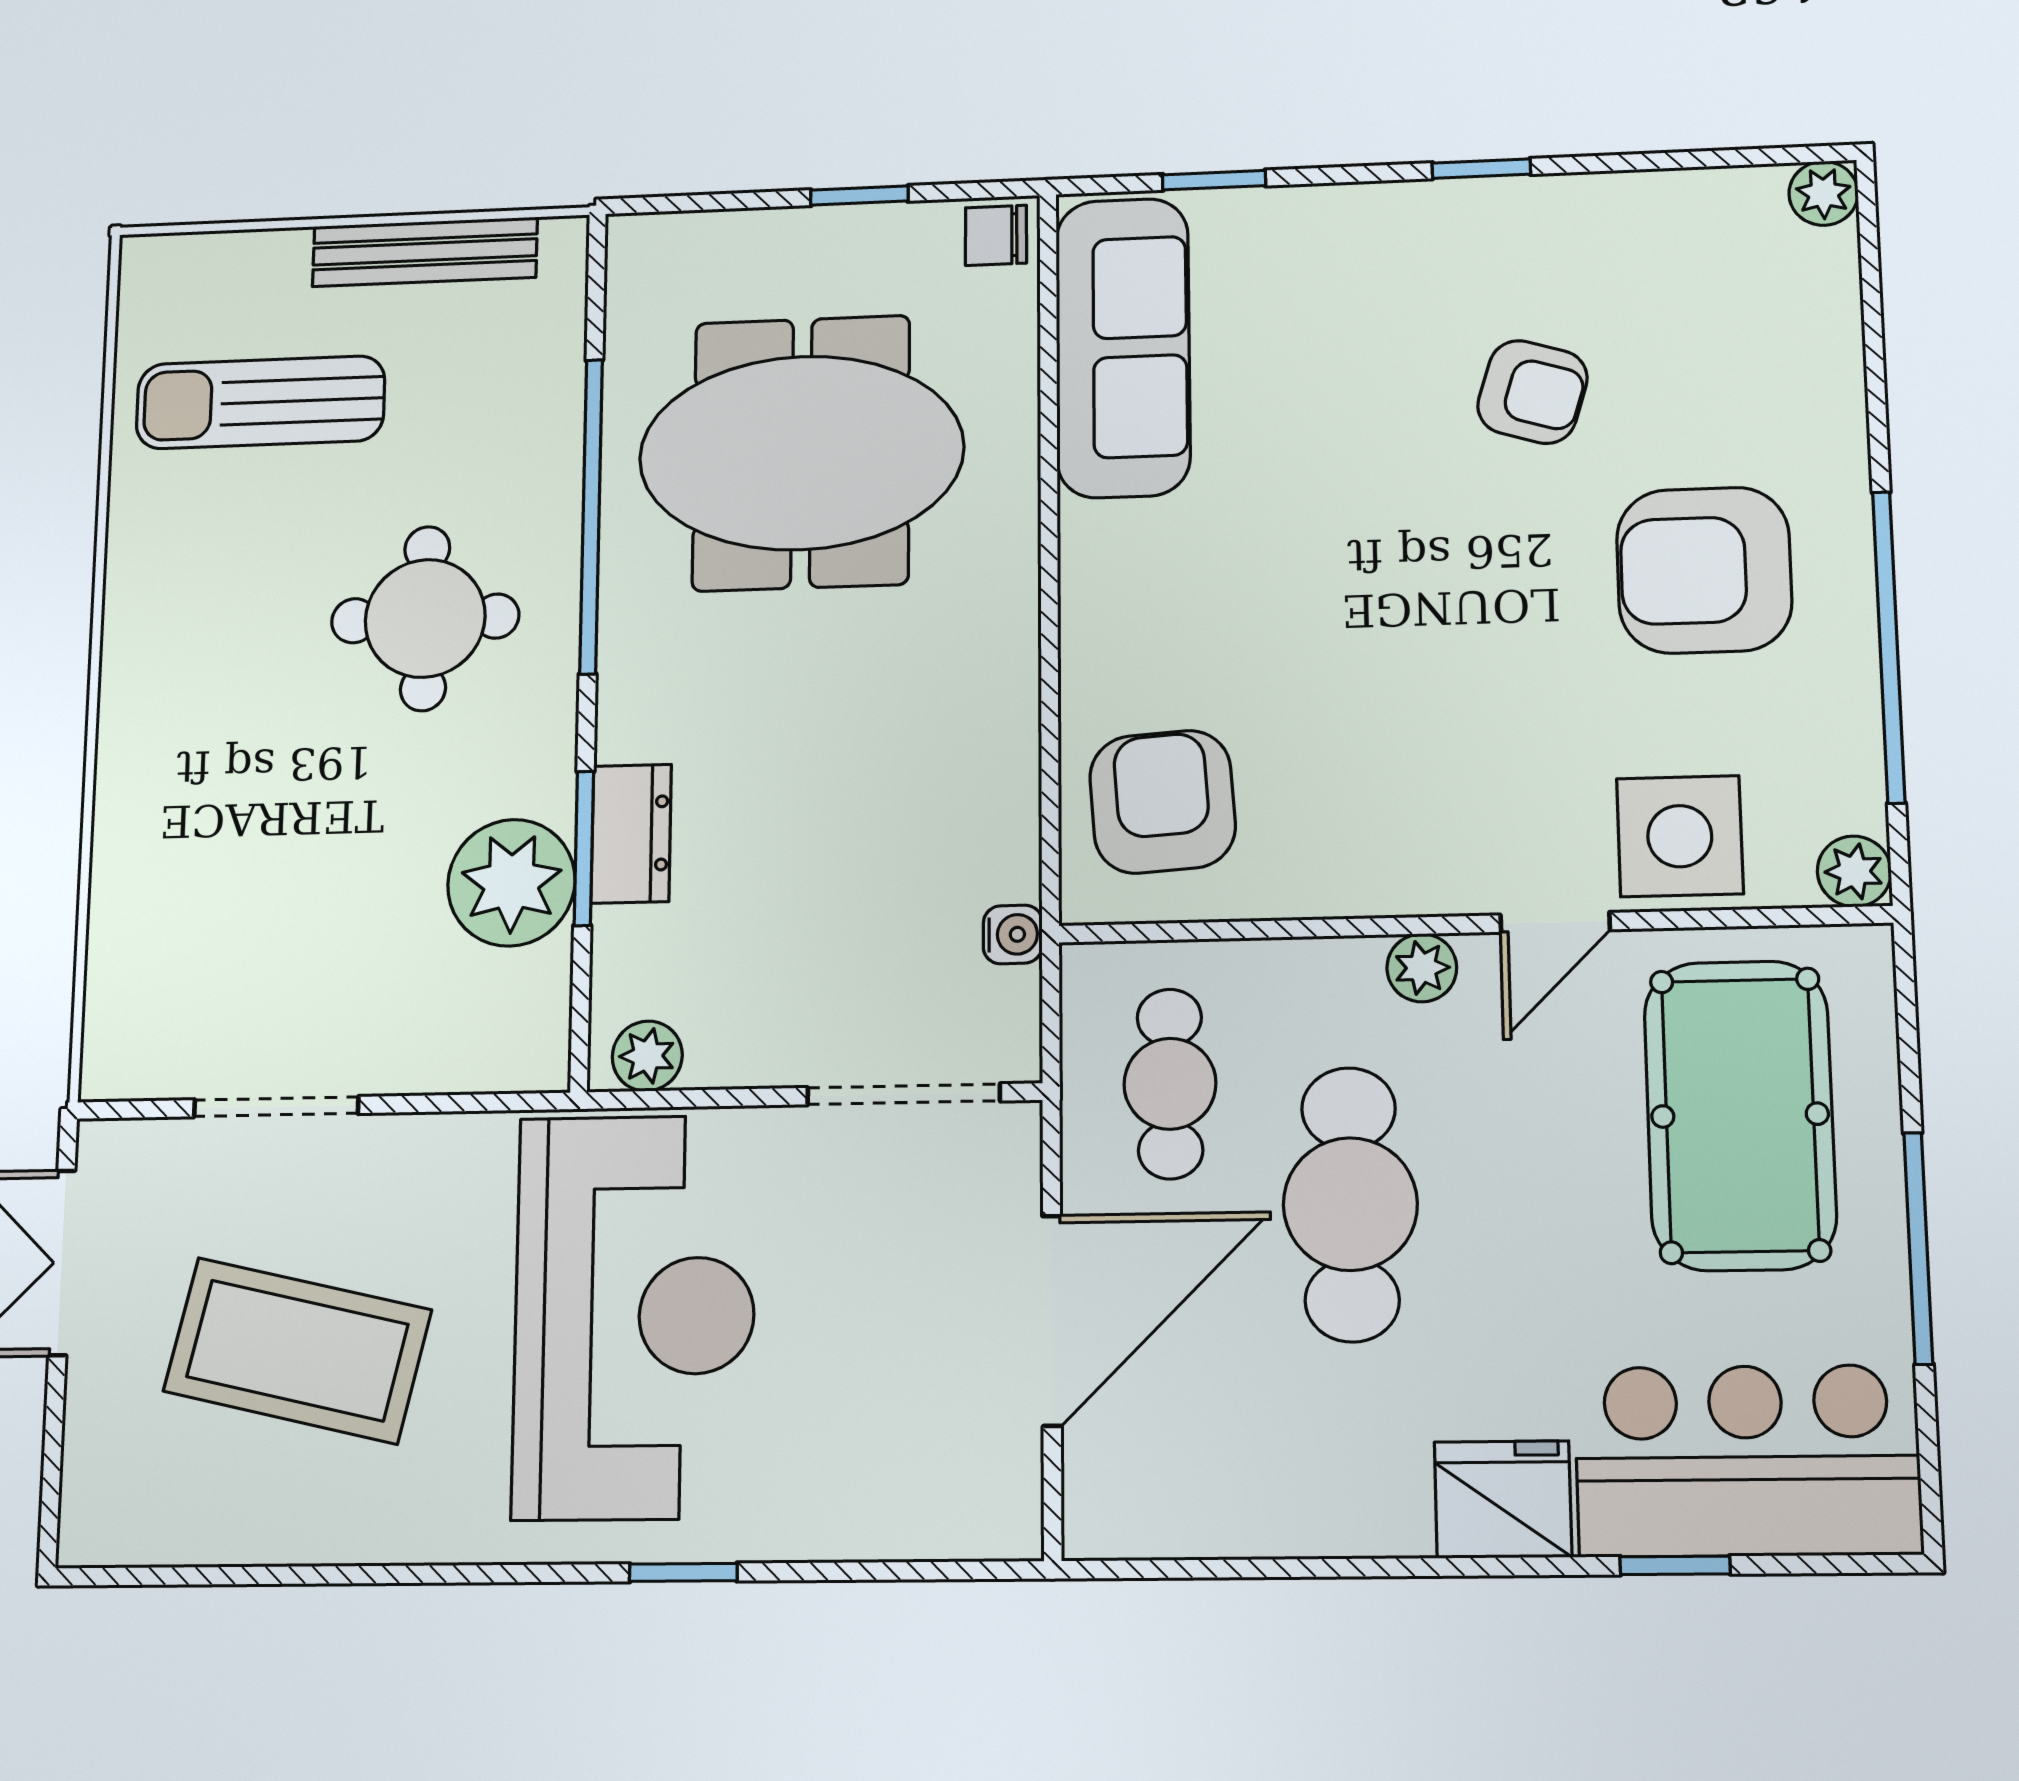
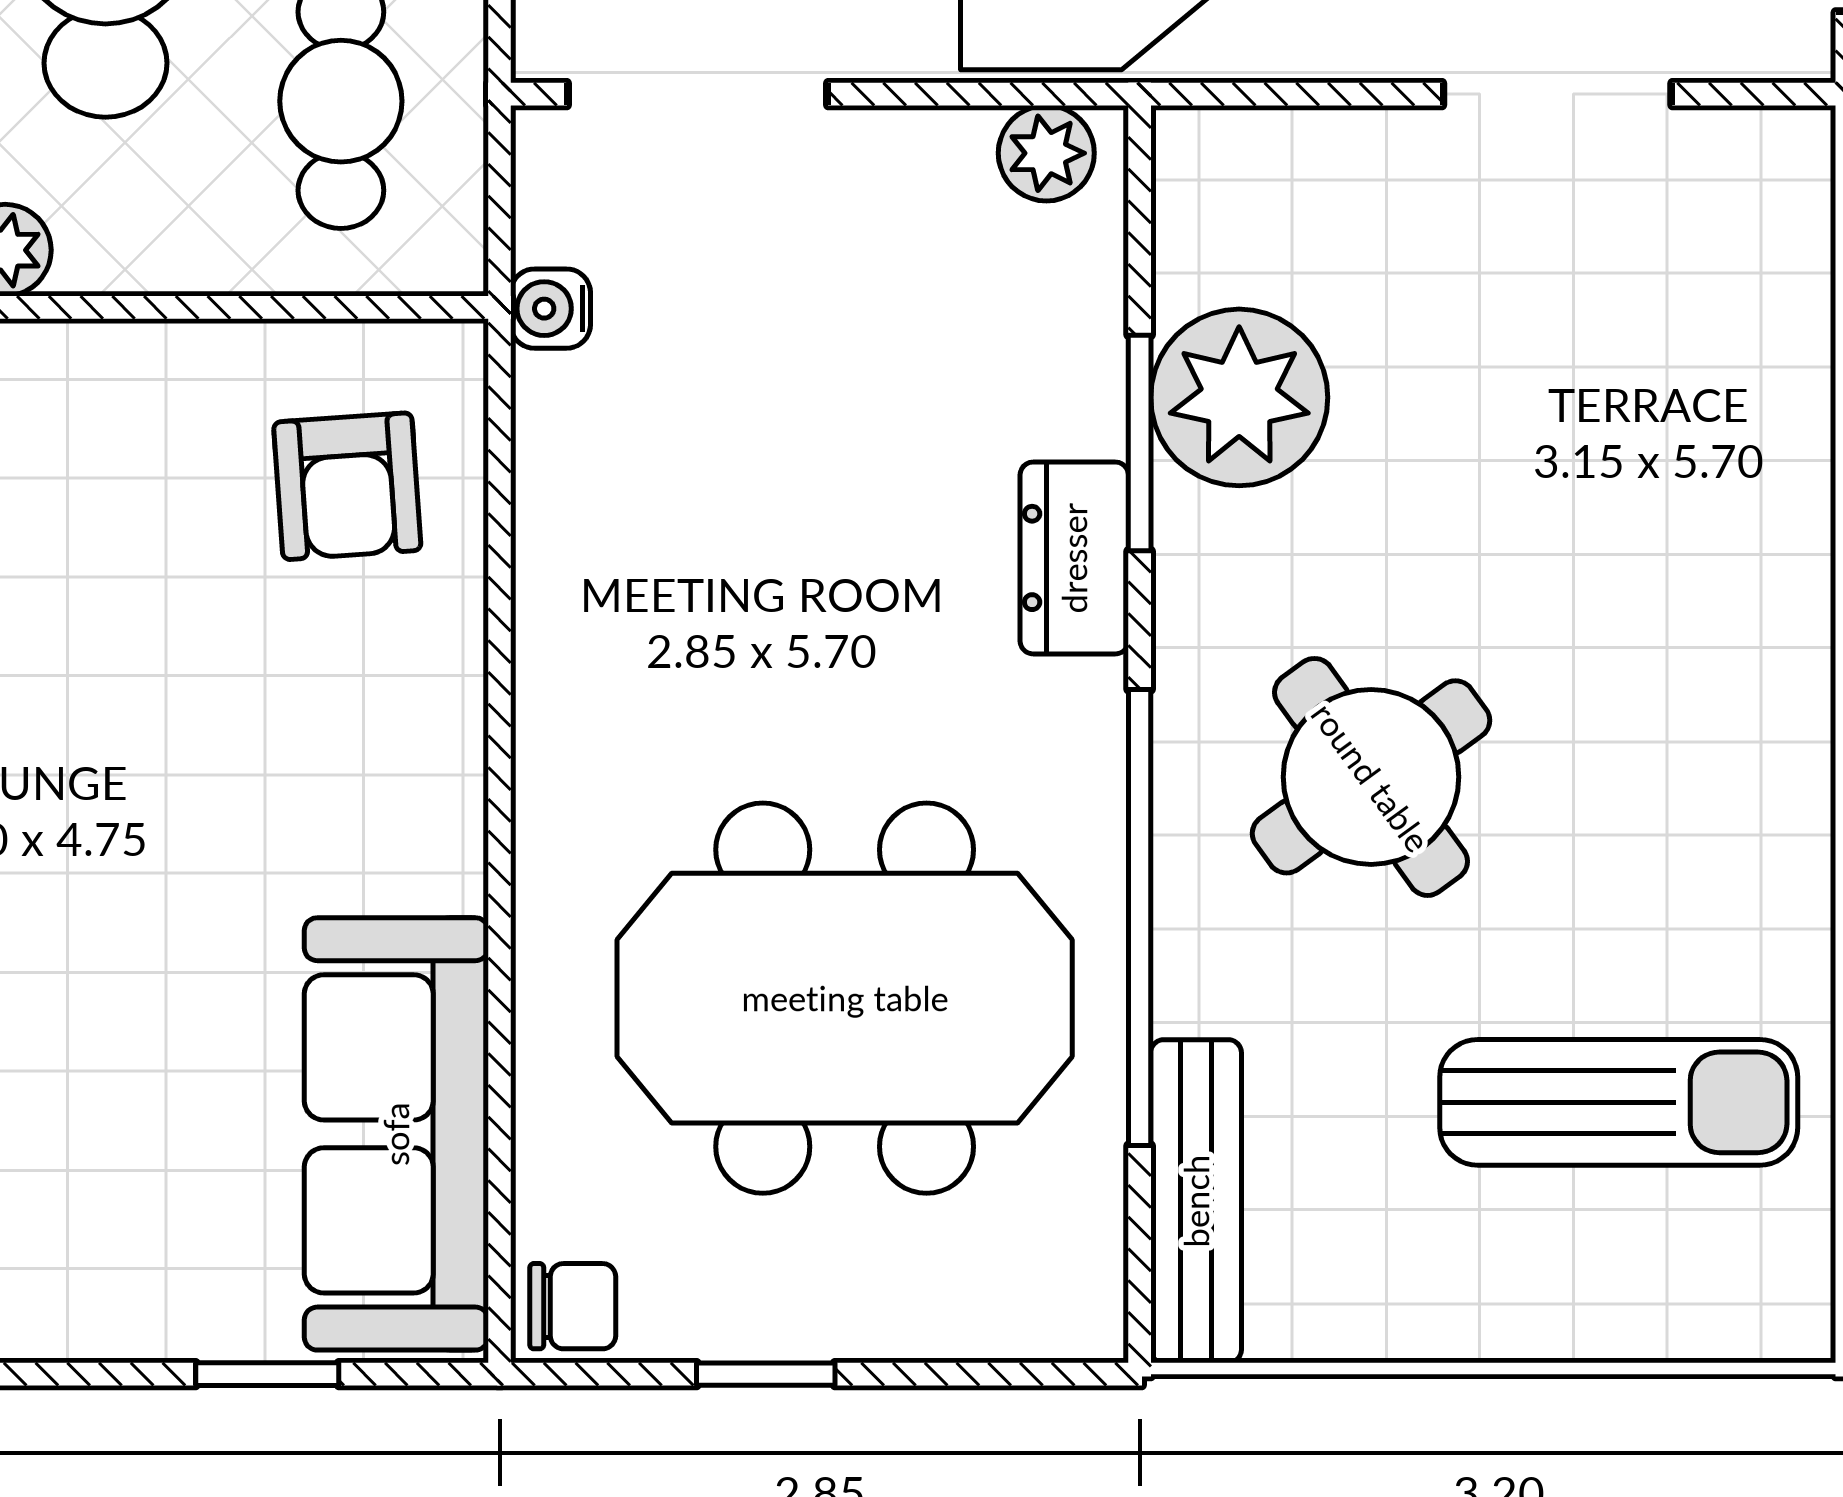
bench: (425, 252) -> (1196, 1201), moved, turned 90
round table: (425, 618) -> (1371, 777), turned -36
armchair: (1163, 802) -> (347, 486), width x0.72, depth x0.72
dresser: (631, 834) -> (1074, 558), moved

